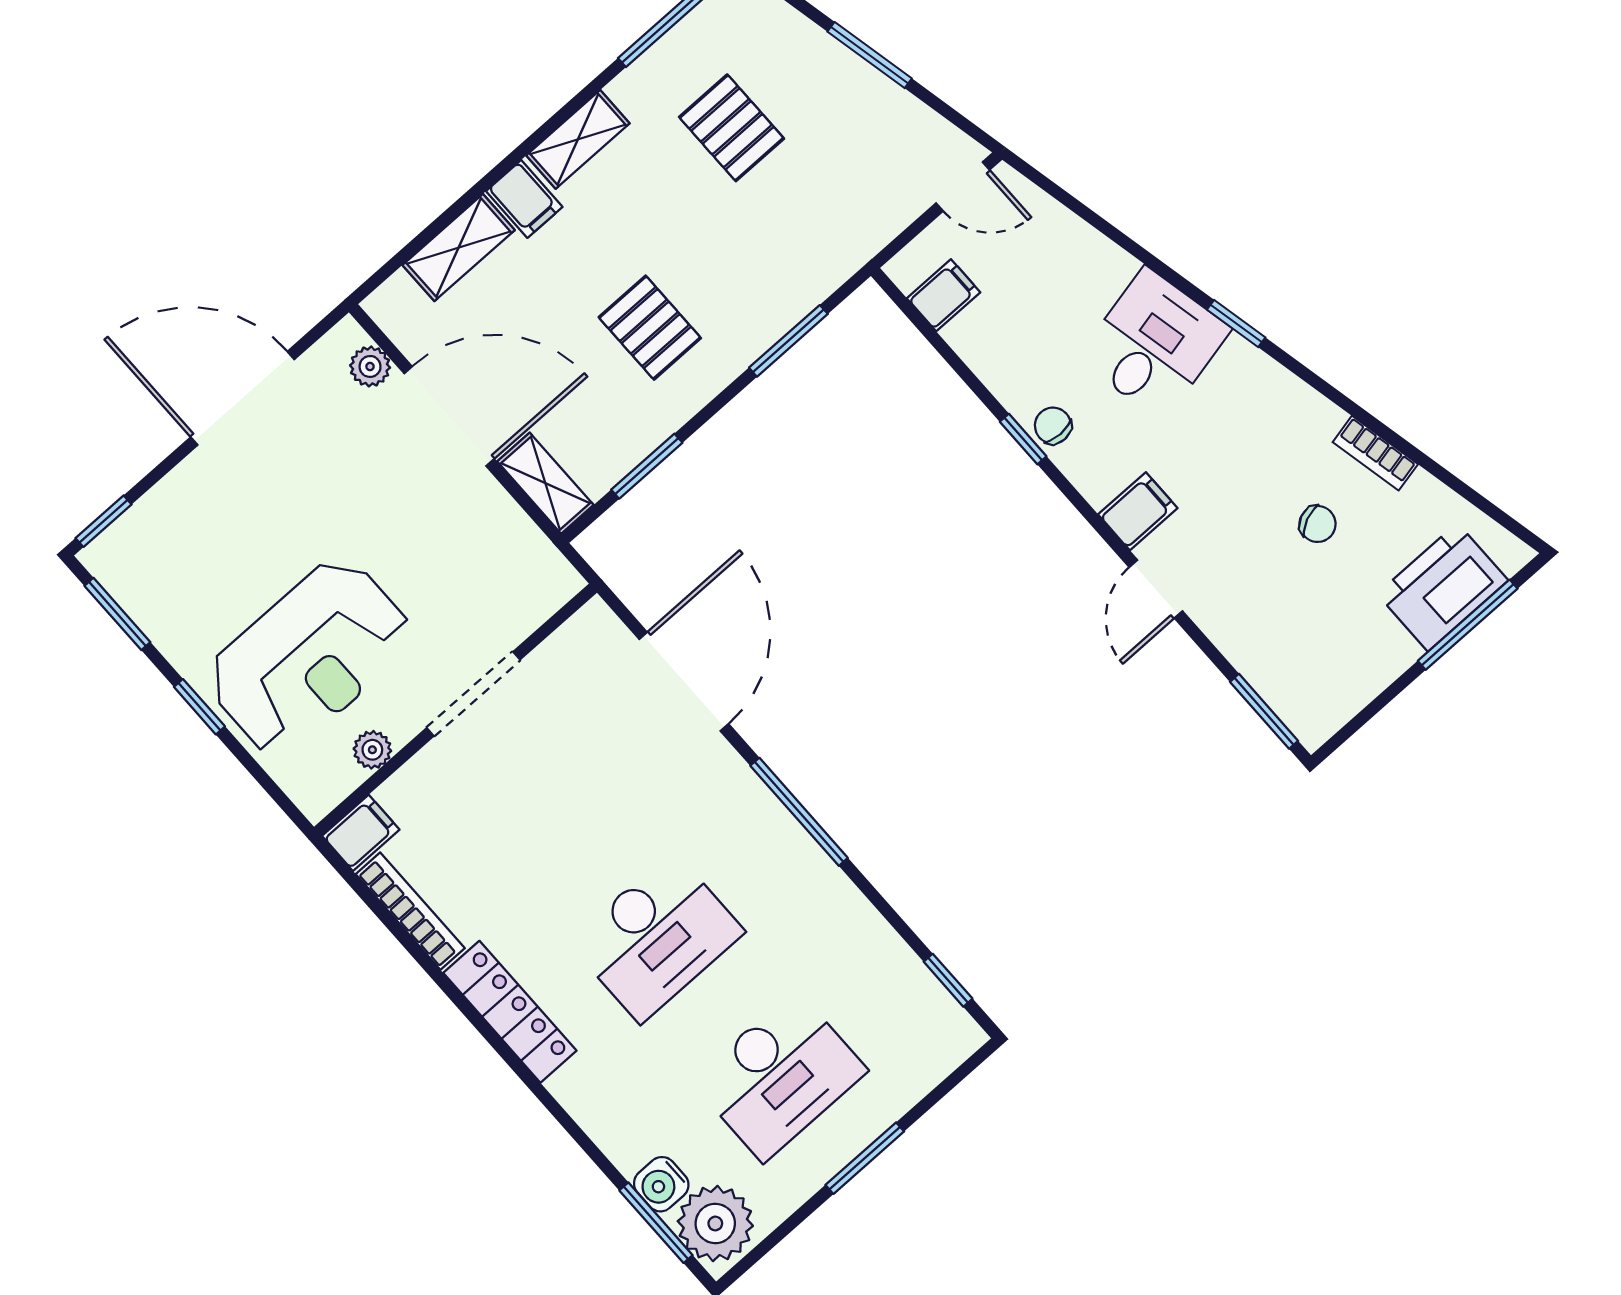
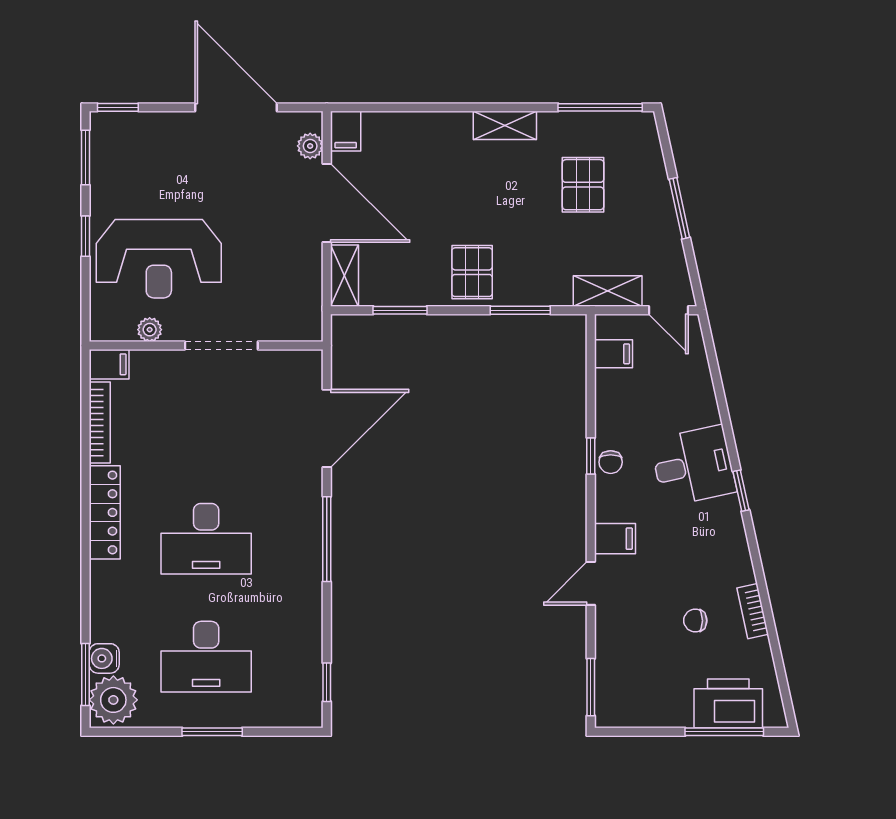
filing cabinet: (524, 199) -> (346, 131), moved
shelving: (459, 248) -> (608, 291), moved
pallet: (650, 328) -> (472, 272), moved
chair: (1053, 426) -> (611, 462), turned 180
chair: (1318, 524) -> (695, 621), turned 114

